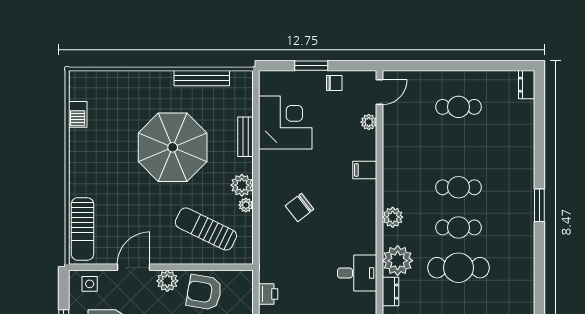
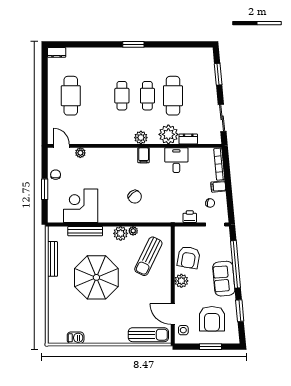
cafe table: (458, 107) -> (71, 96), width x1.37, depth x1.35
bench: (245, 137) -> (85, 231), width x1.36
filing cabinet: (365, 170) -> (144, 155), moved
door: (134, 267) -> (173, 314), moved

